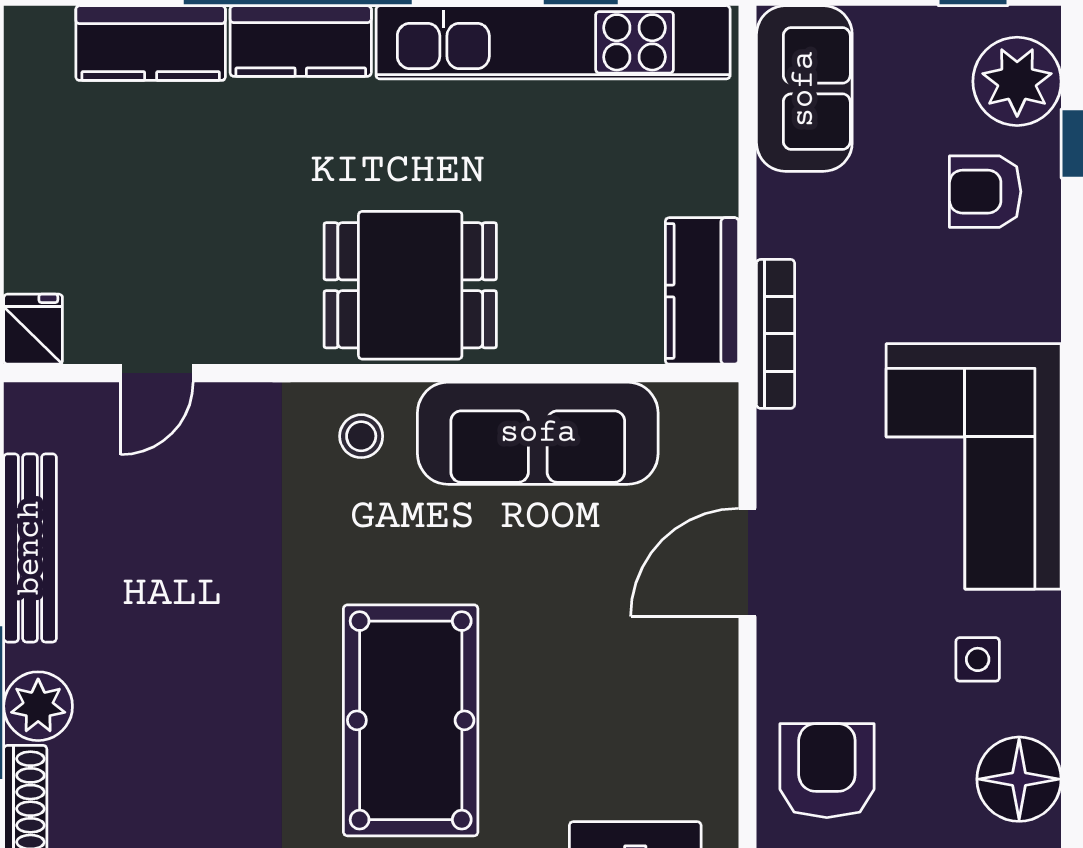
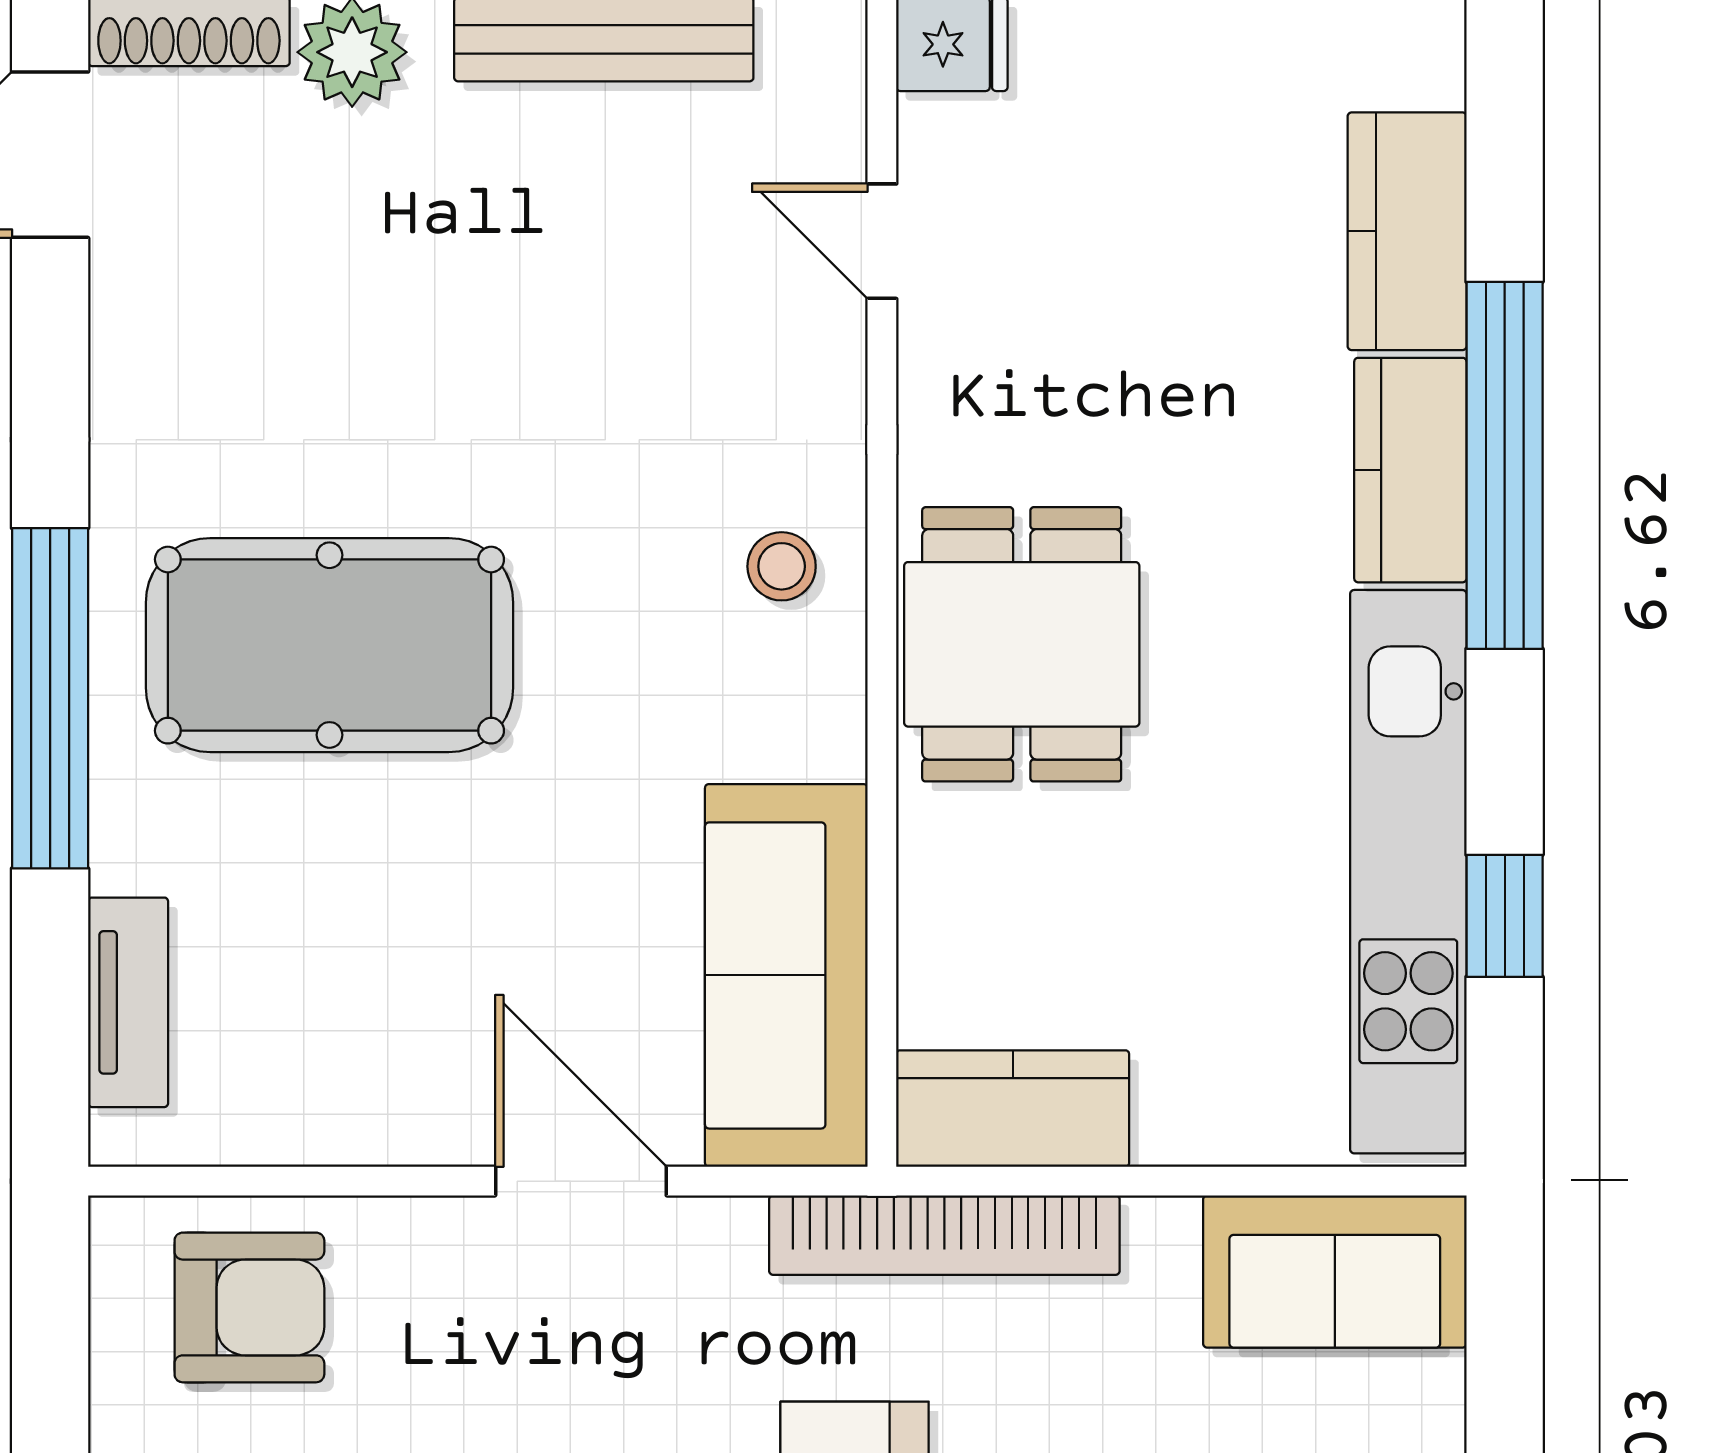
bookcase: (776, 334) -> (944, 1235), width x1.48, depth x1.31
sofa: (538, 433) -> (786, 975), moved

